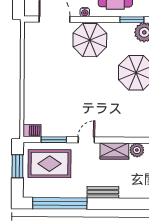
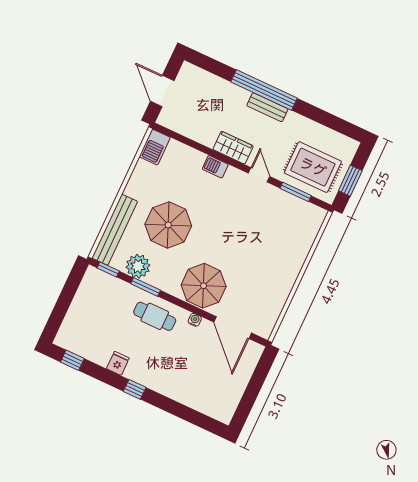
barbecue: (32, 131) -> (215, 167), moved
door: (86, 140) -> (259, 175), swing flipped
plant: (137, 150) -> (207, 137), removed
window: (60, 203) -> (264, 90), moved

